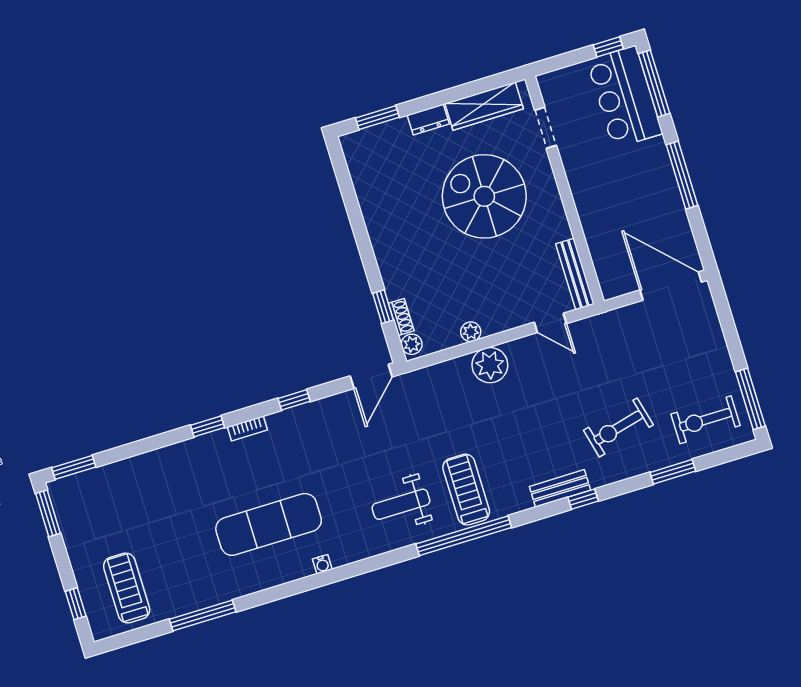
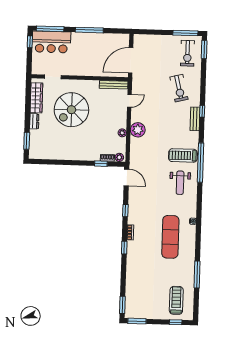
door: (671, 286) -> (131, 60), moved
window: (673, 472) -> (204, 49), moved
treadmill: (127, 588) -> (176, 300), turned 90

